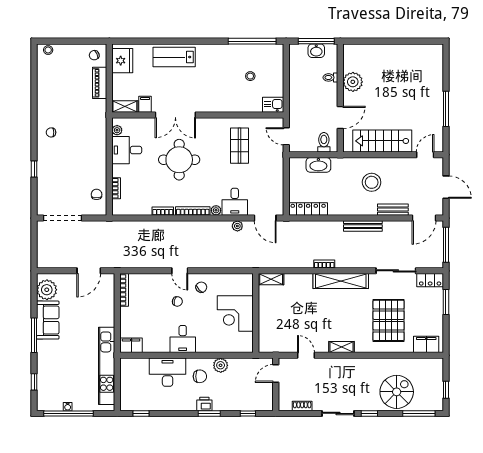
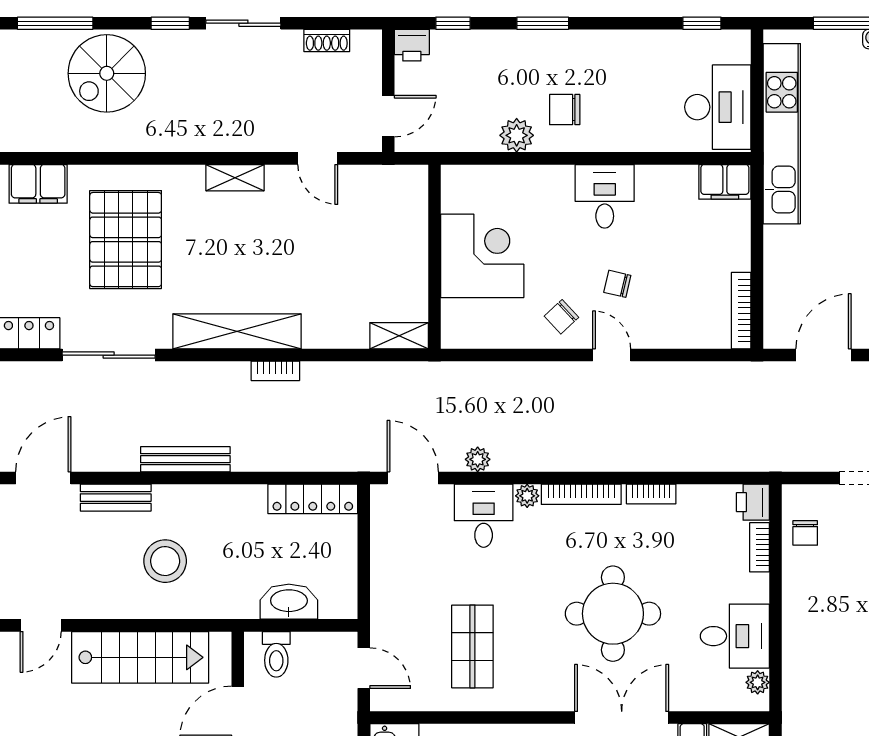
printer: (119, 208) -> (753, 502), added
desk: (168, 372) -> (718, 107), moved, turned -90
printer: (204, 404) -> (412, 45), moved

